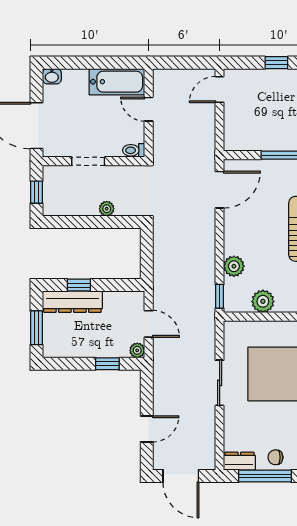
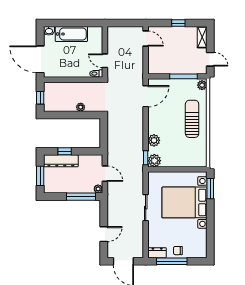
bathtub: (117, 82) -> (71, 34), moved
door: (220, 89) -> (146, 38), swing flipped
door: (149, 109) -> (105, 61), moved
doorway: (88, 161) -> (70, 80), removed
plant: (263, 301) -> (154, 161), moved
window: (107, 364) -> (81, 197), width x2.17

